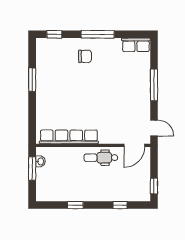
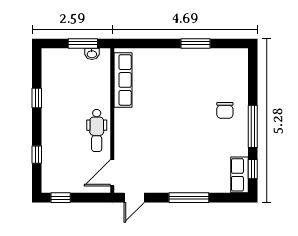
window: (54, 34) -> (253, 169), moved
row of seats: (69, 137) -> (123, 80), width x0.73
door: (134, 145) -> (112, 173), hinge flipped
dental chair: (101, 158) -> (97, 130), turned 180

